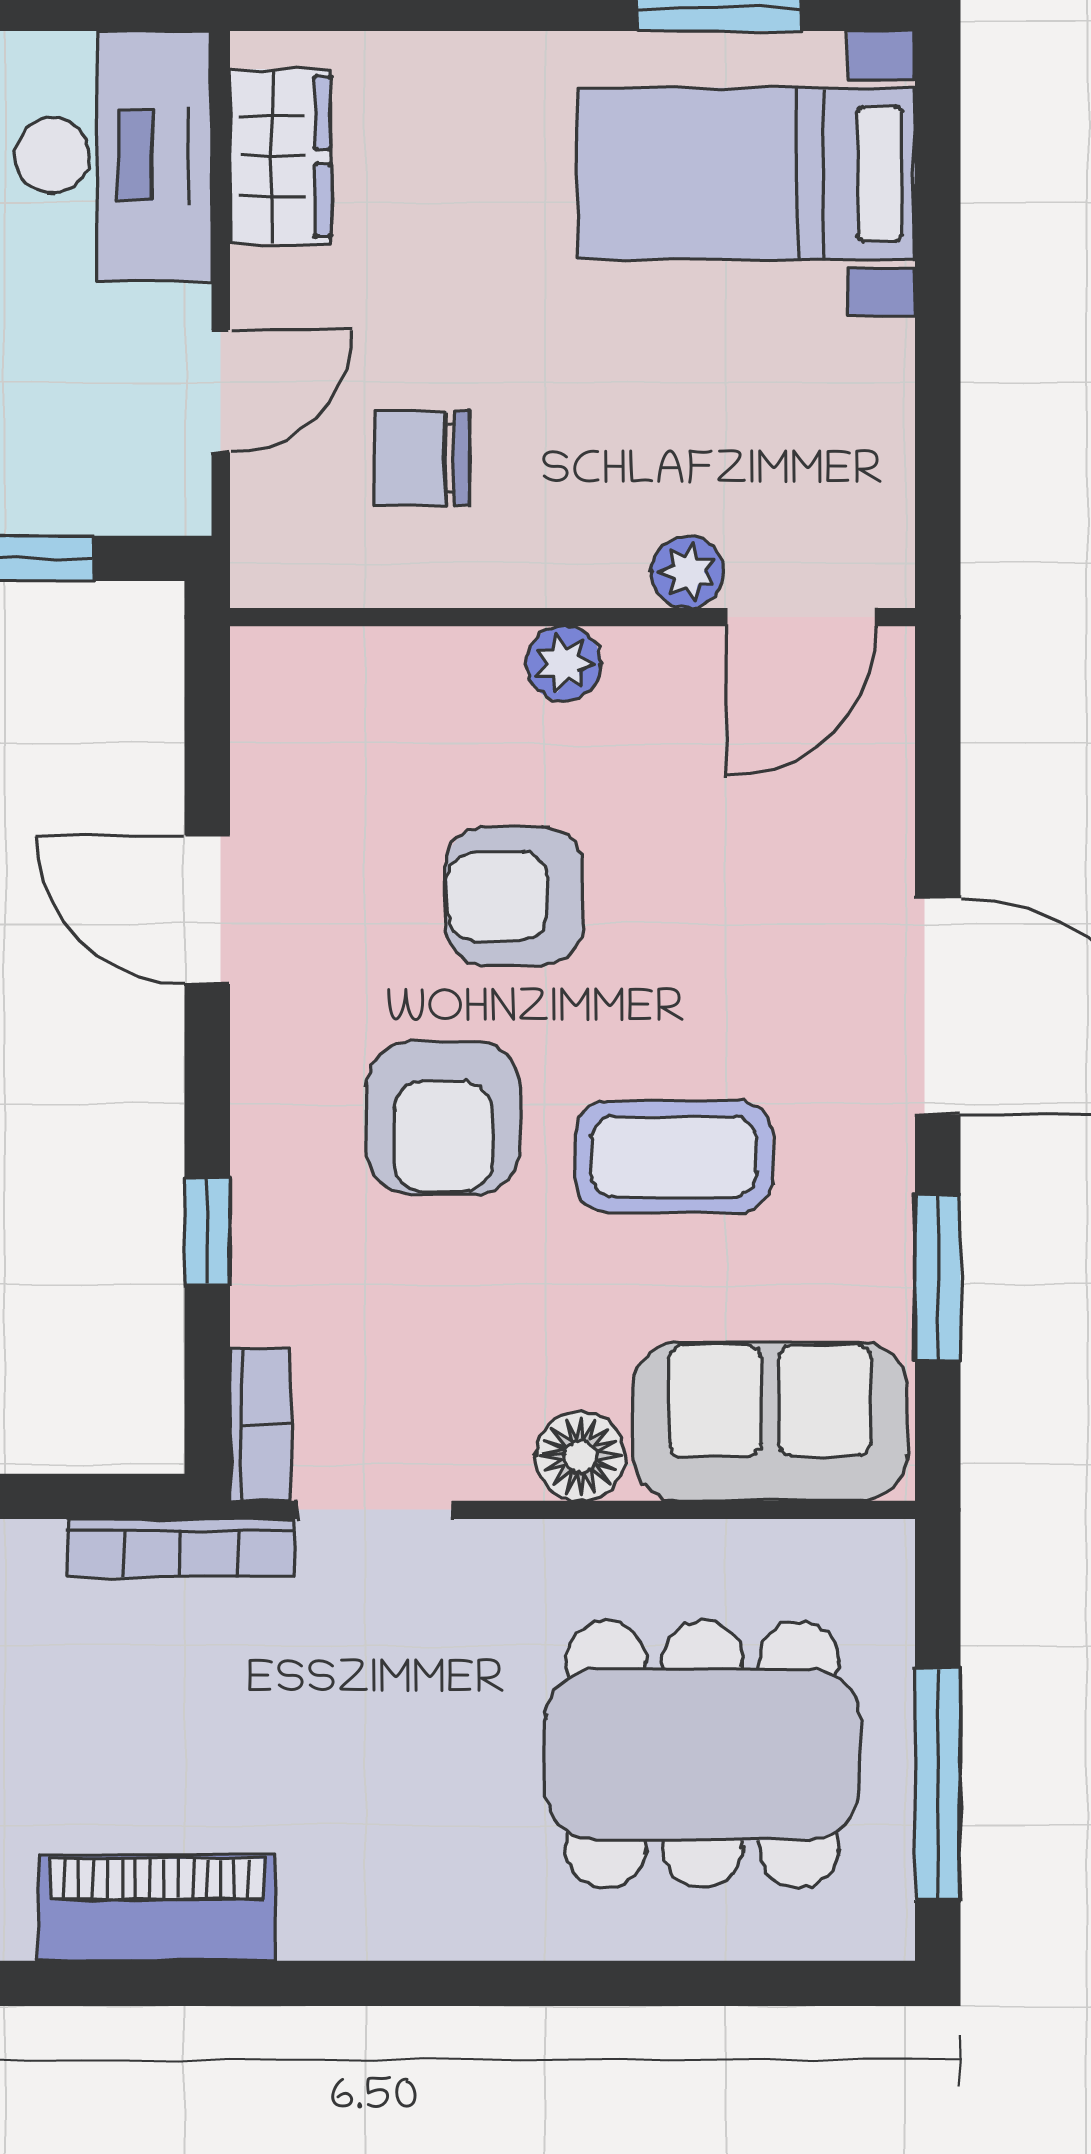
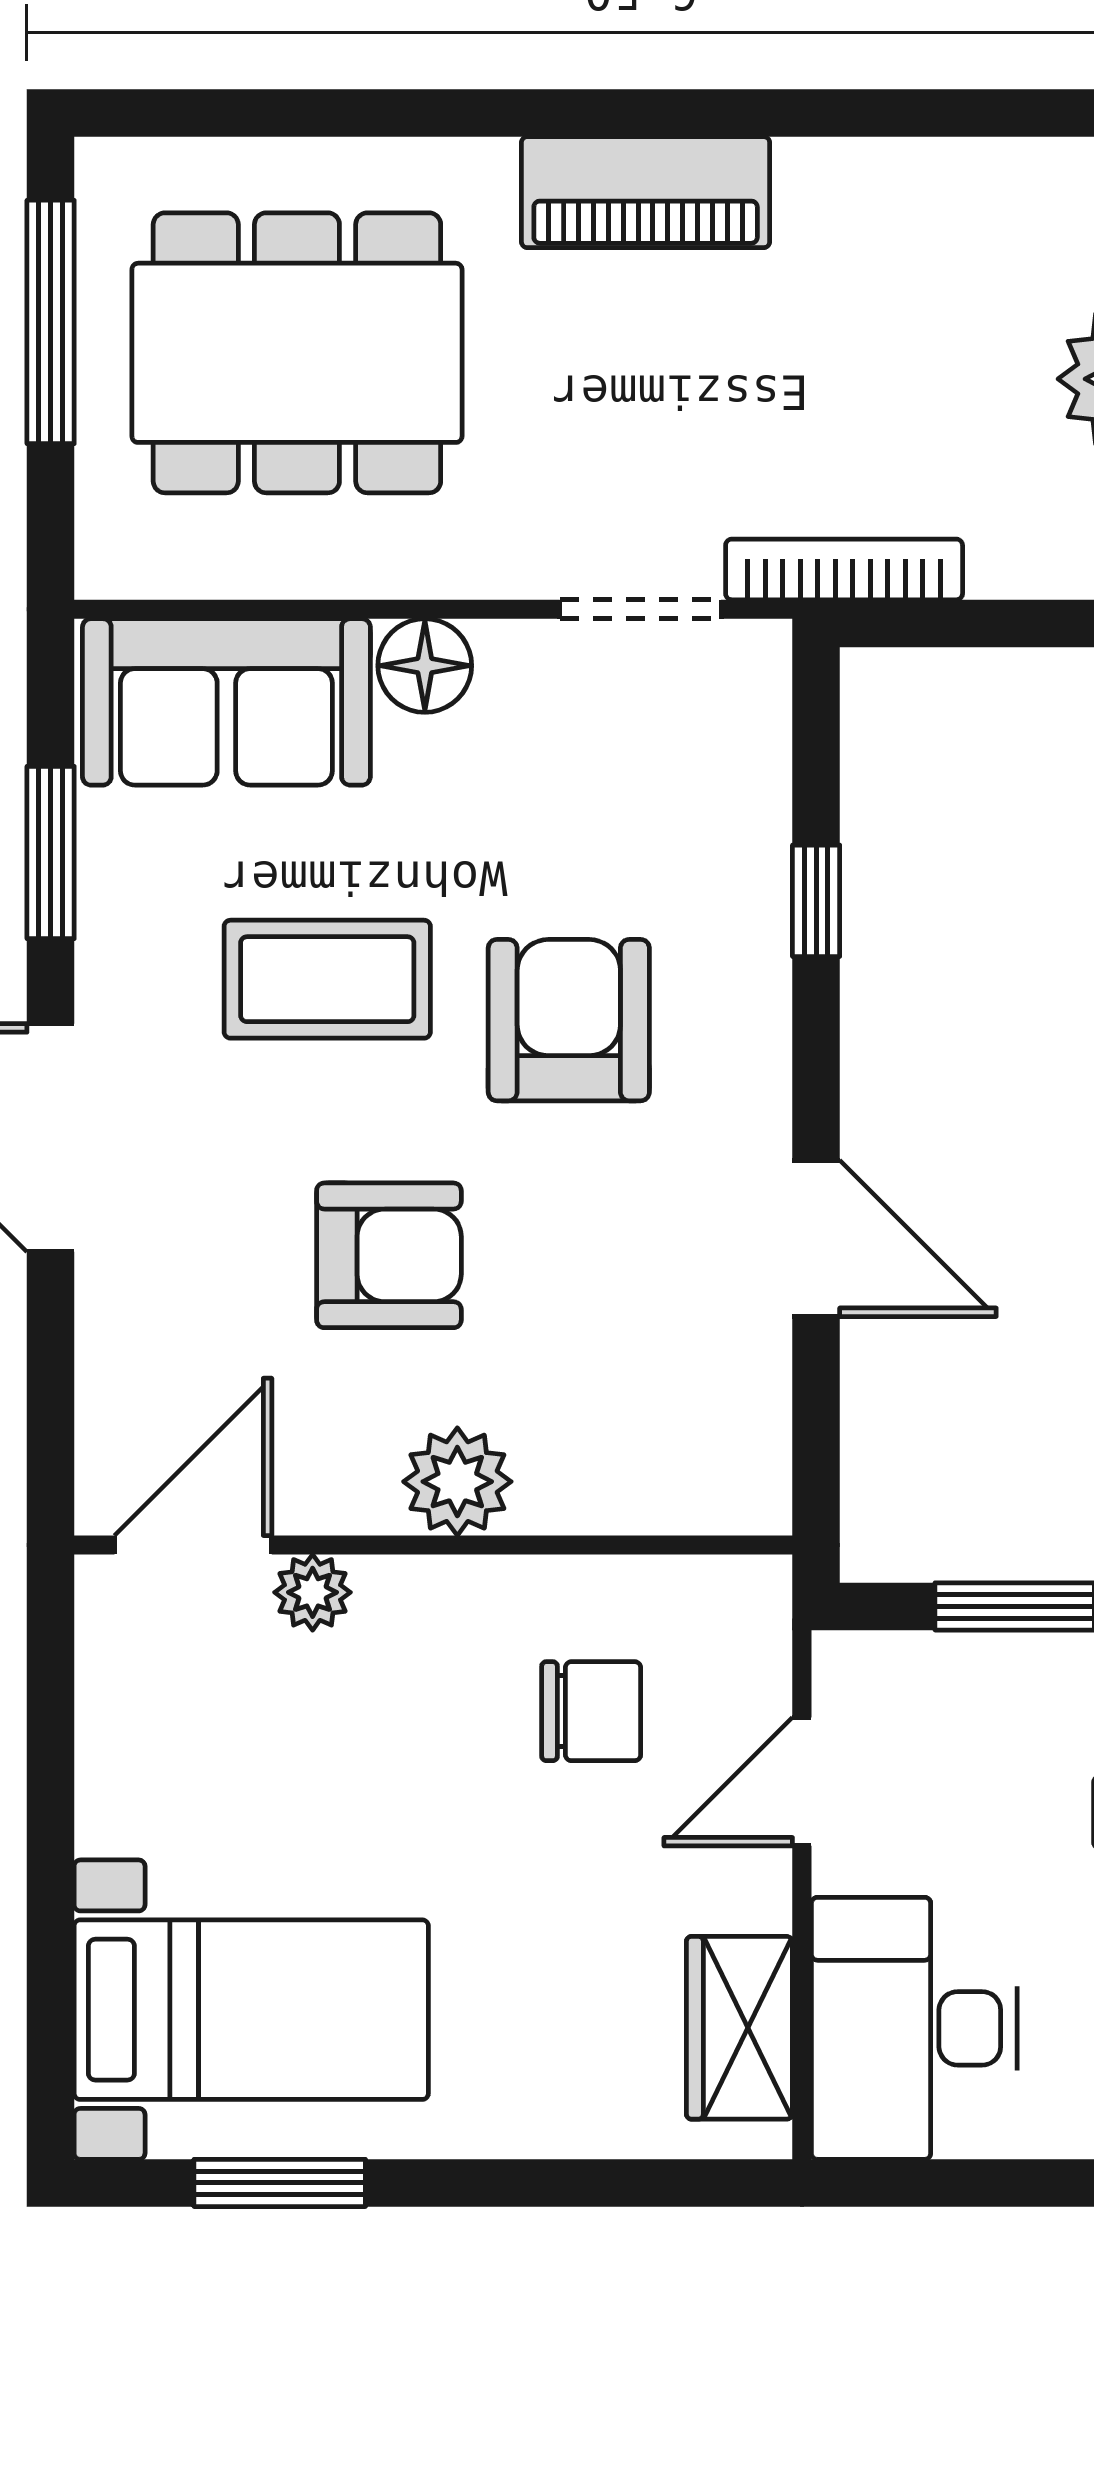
plant: (564, 663) -> (457, 1482), width x1.38, depth x1.38
armchair: (514, 896) -> (389, 1255), moved
bookcase: (260, 1425) -> (761, 698), removed
piano: (157, 1908) -> (646, 192), moved

